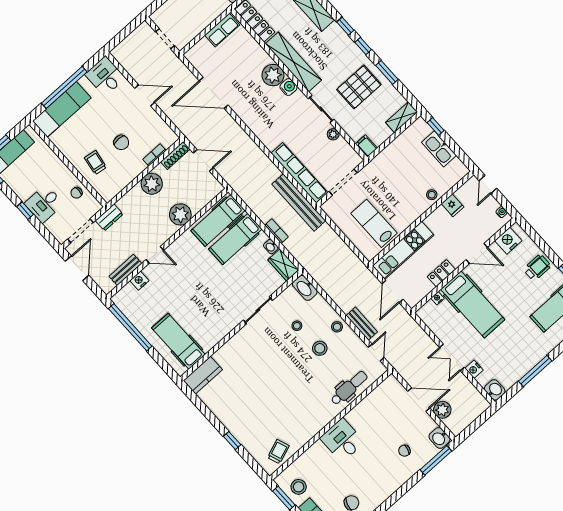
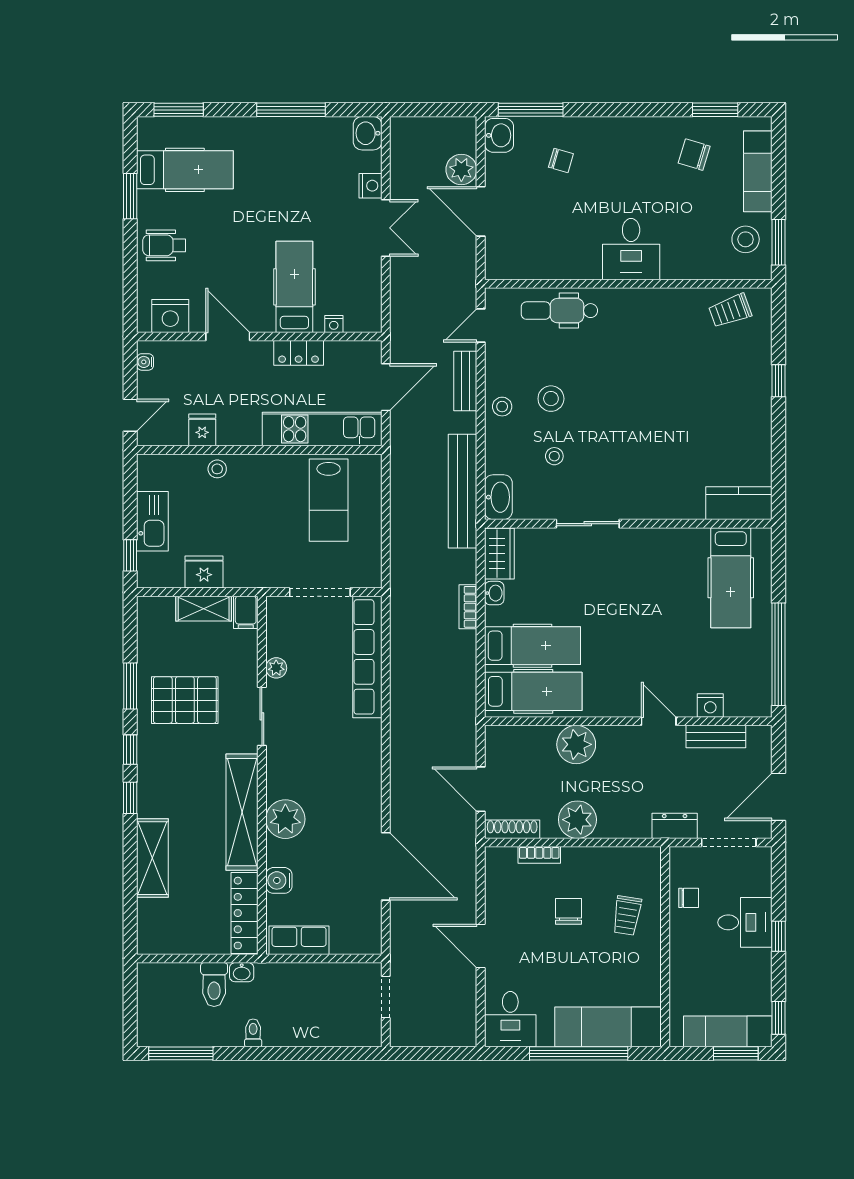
water cooler: (289, 87) -> (279, 880), moved
shelving: (402, 117) -> (204, 609), moved
fridge: (399, 147) -> (204, 572), added
bench: (299, 202) -> (463, 491), moved
hospital bed: (473, 304) -> (294, 287), width x0.73, depth x0.78

